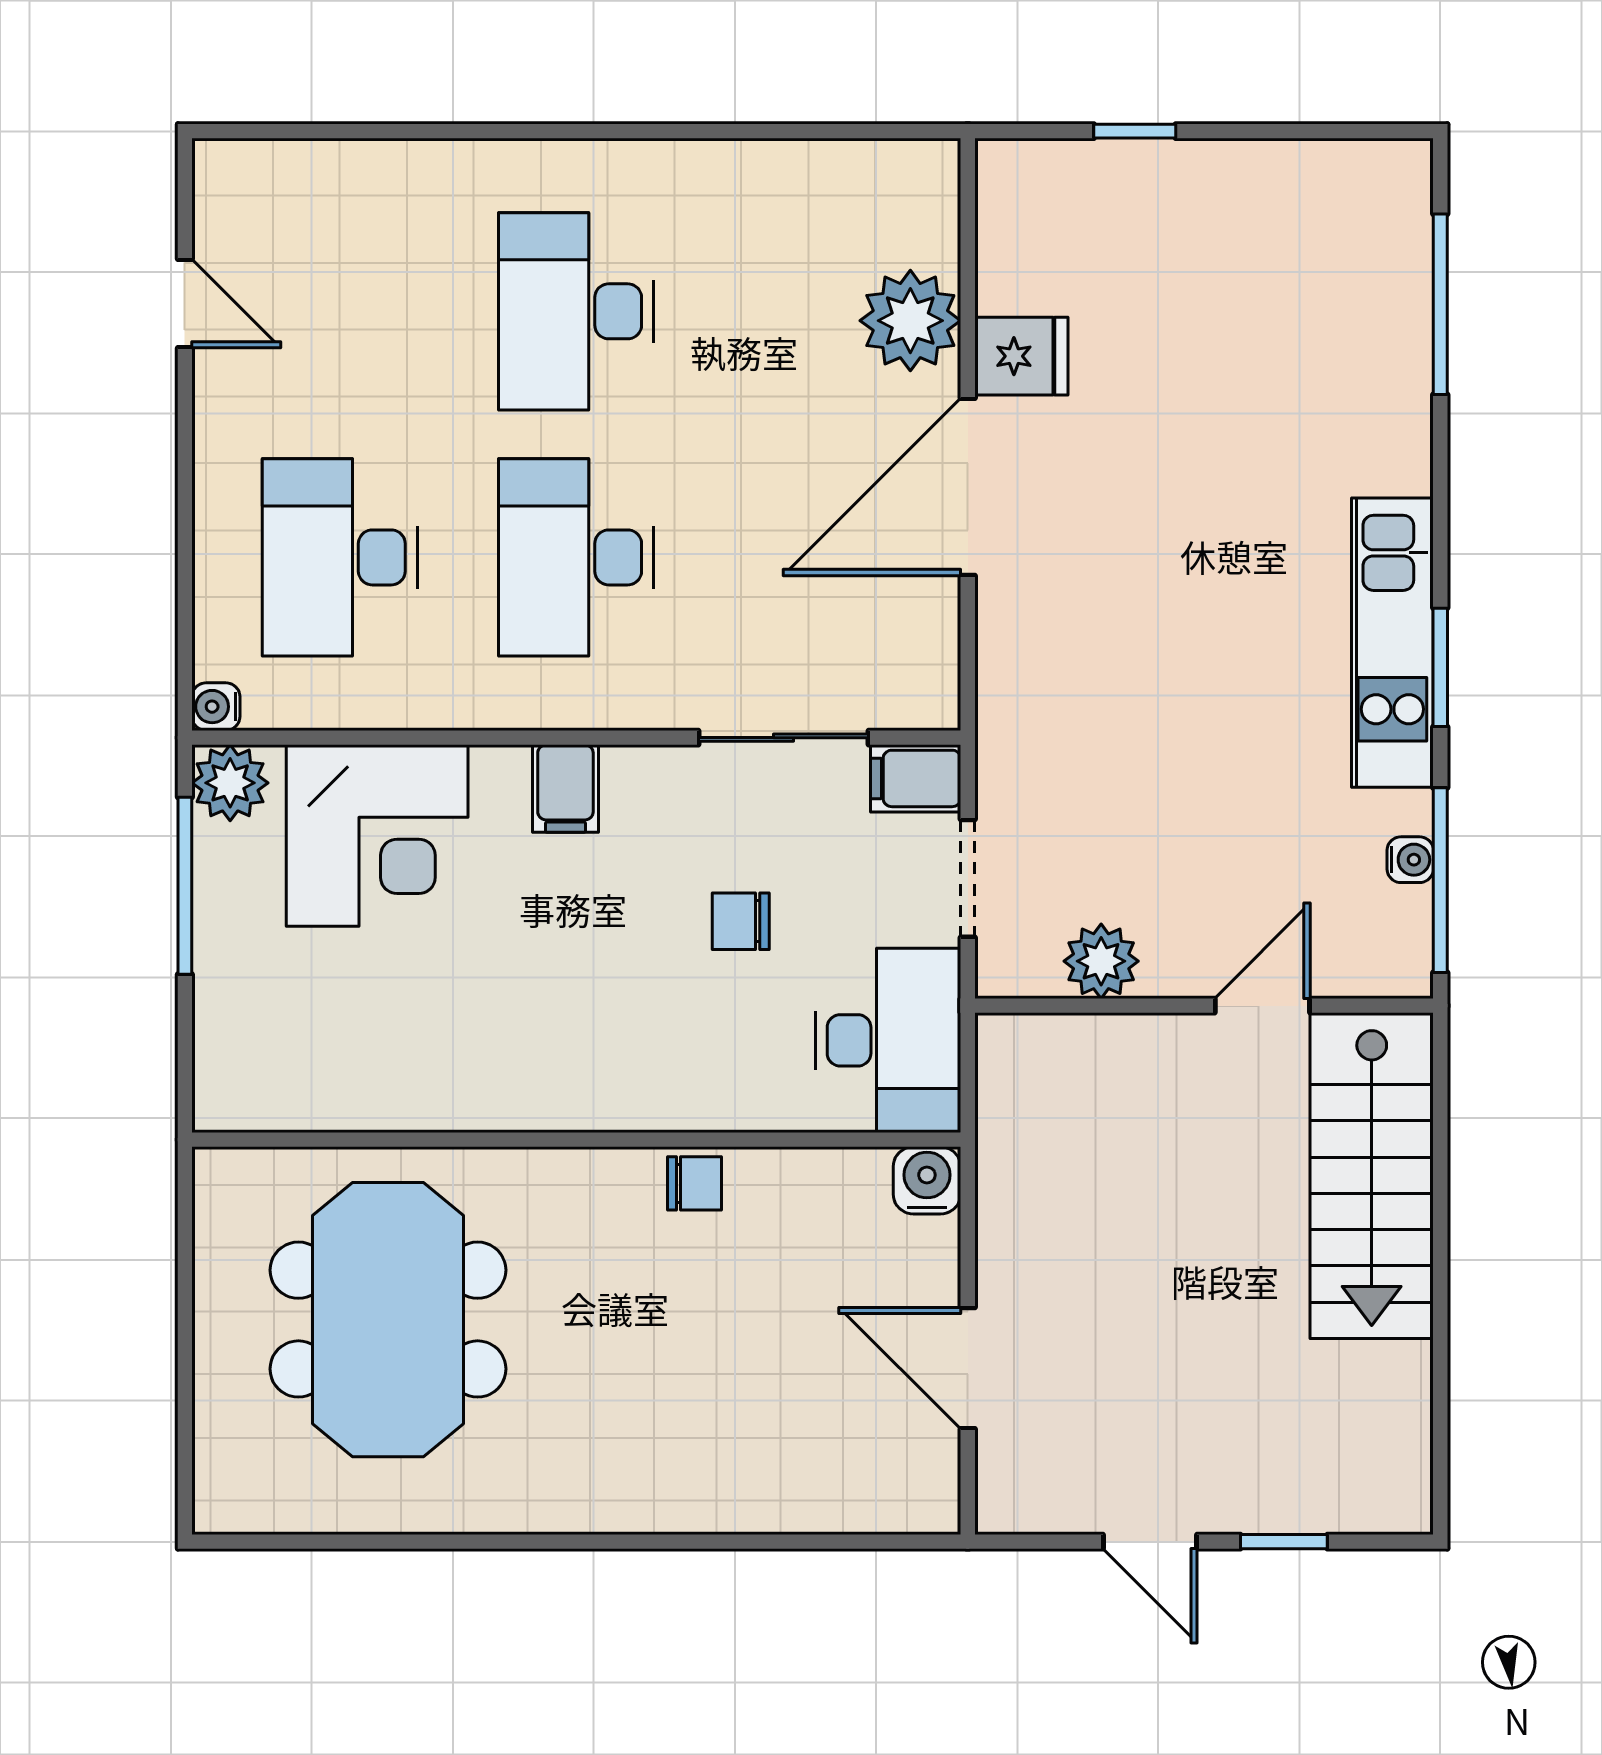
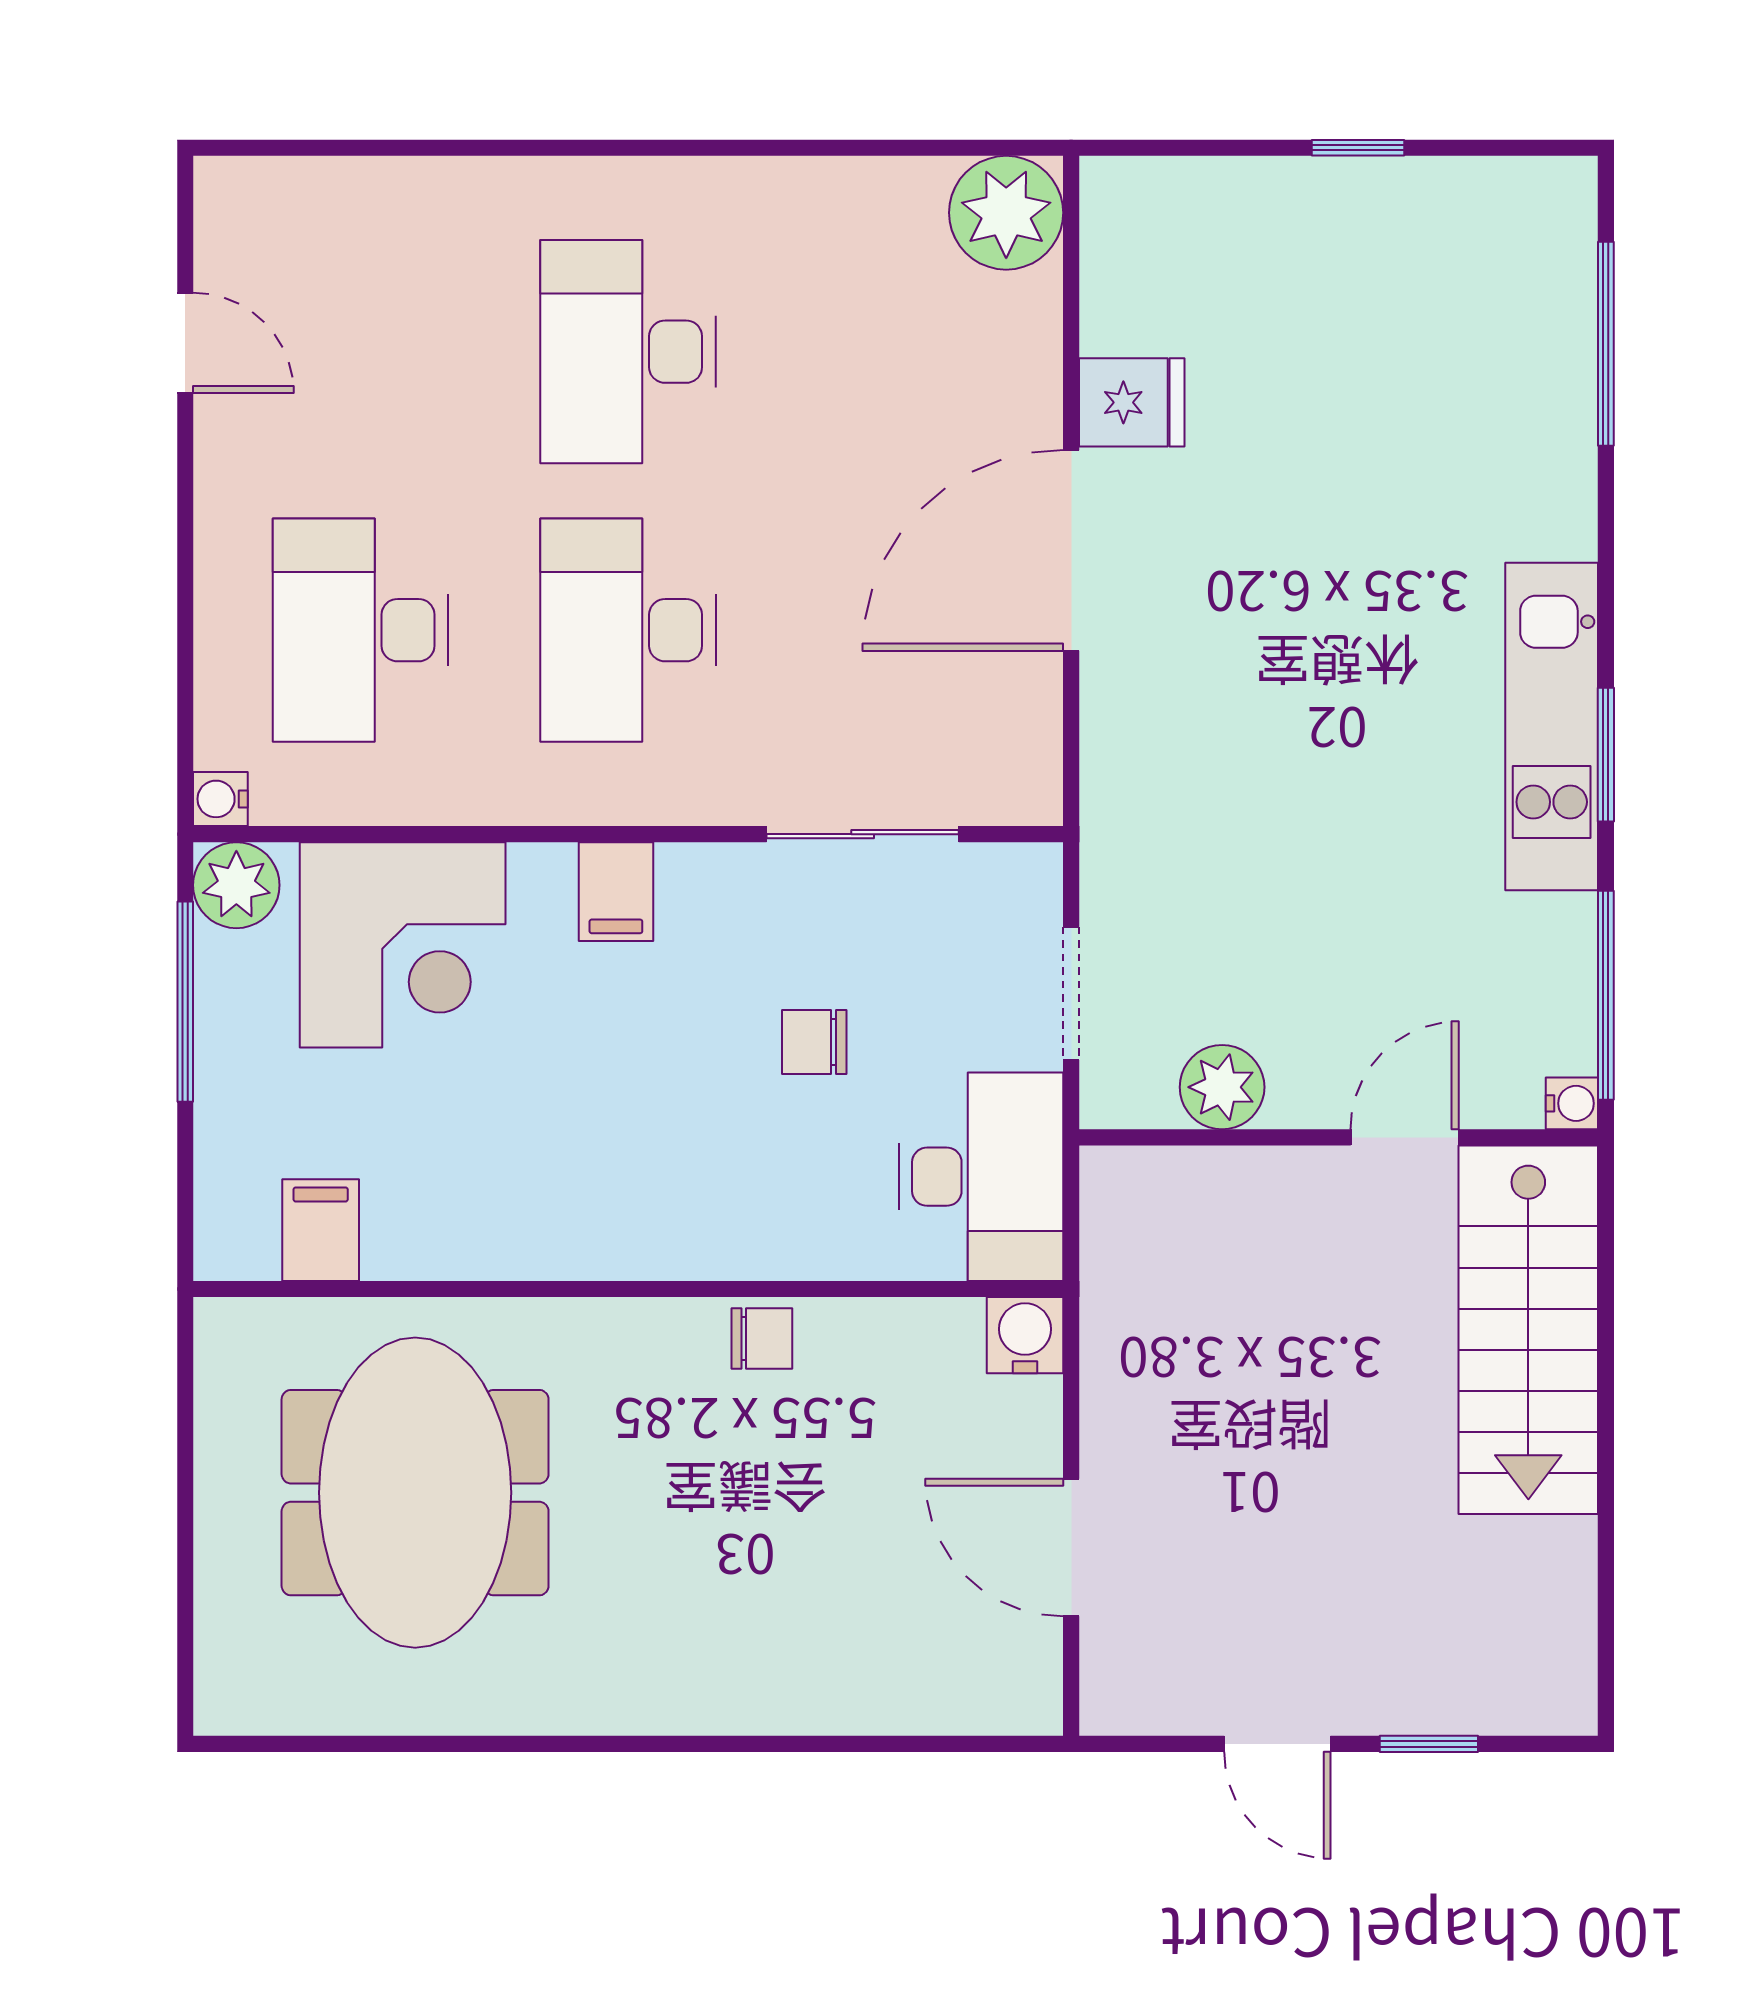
window: (1135, 131) -> (1358, 148), moved
plant: (910, 321) -> (1006, 213), moved
filing cabinet: (916, 778) -> (321, 1230), moved, turned 90
water cooler: (1410, 860) -> (1572, 1103), moved

